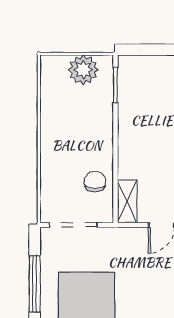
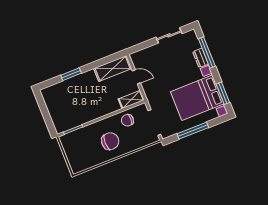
plant: (83, 70) -> (72, 149), removed
chair: (72, 139) -> (110, 141), added

